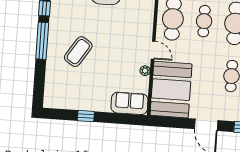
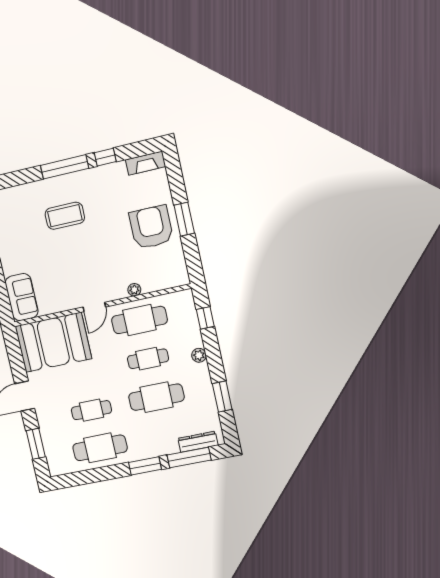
coffee table: (78, 52) -> (65, 216), turned -33
plant: (145, 71) -> (134, 290), moved

